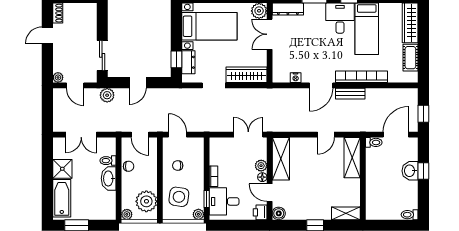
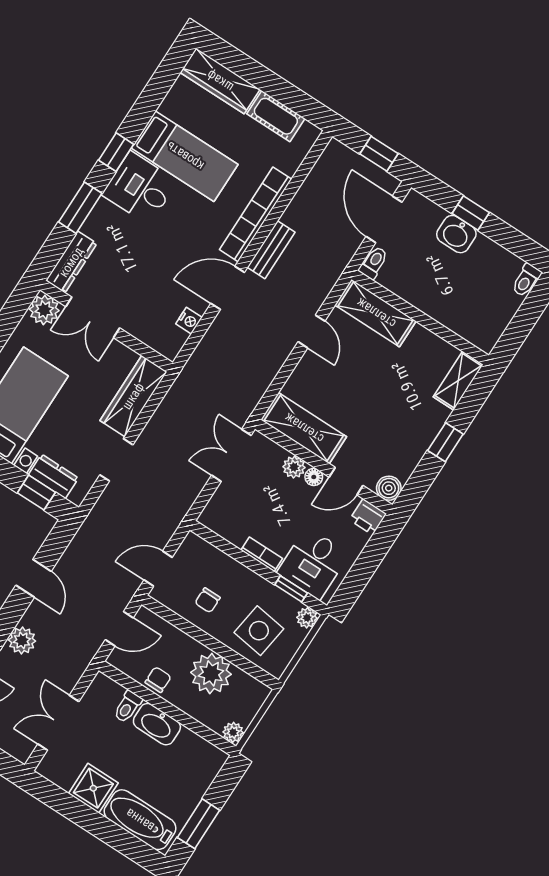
door: (321, 85) -> (228, 288), swing flipped
double door: (81, 135) -> (58, 723), swing flipped
plant: (146, 201) -> (211, 673), moved

